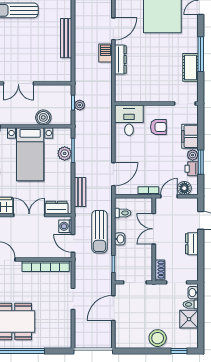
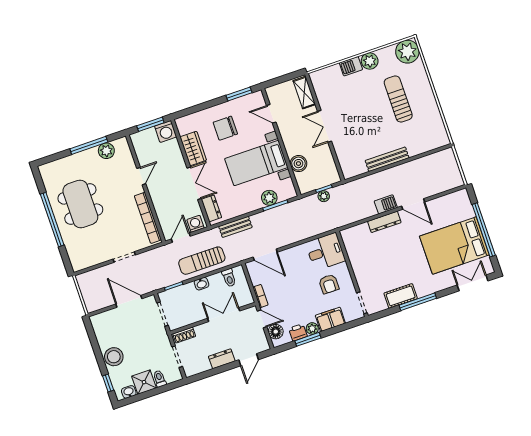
washbasin: (193, 293) -> (129, 392), moved

